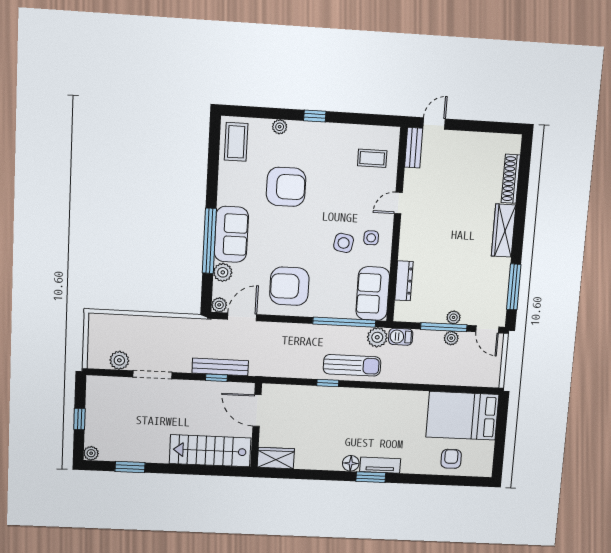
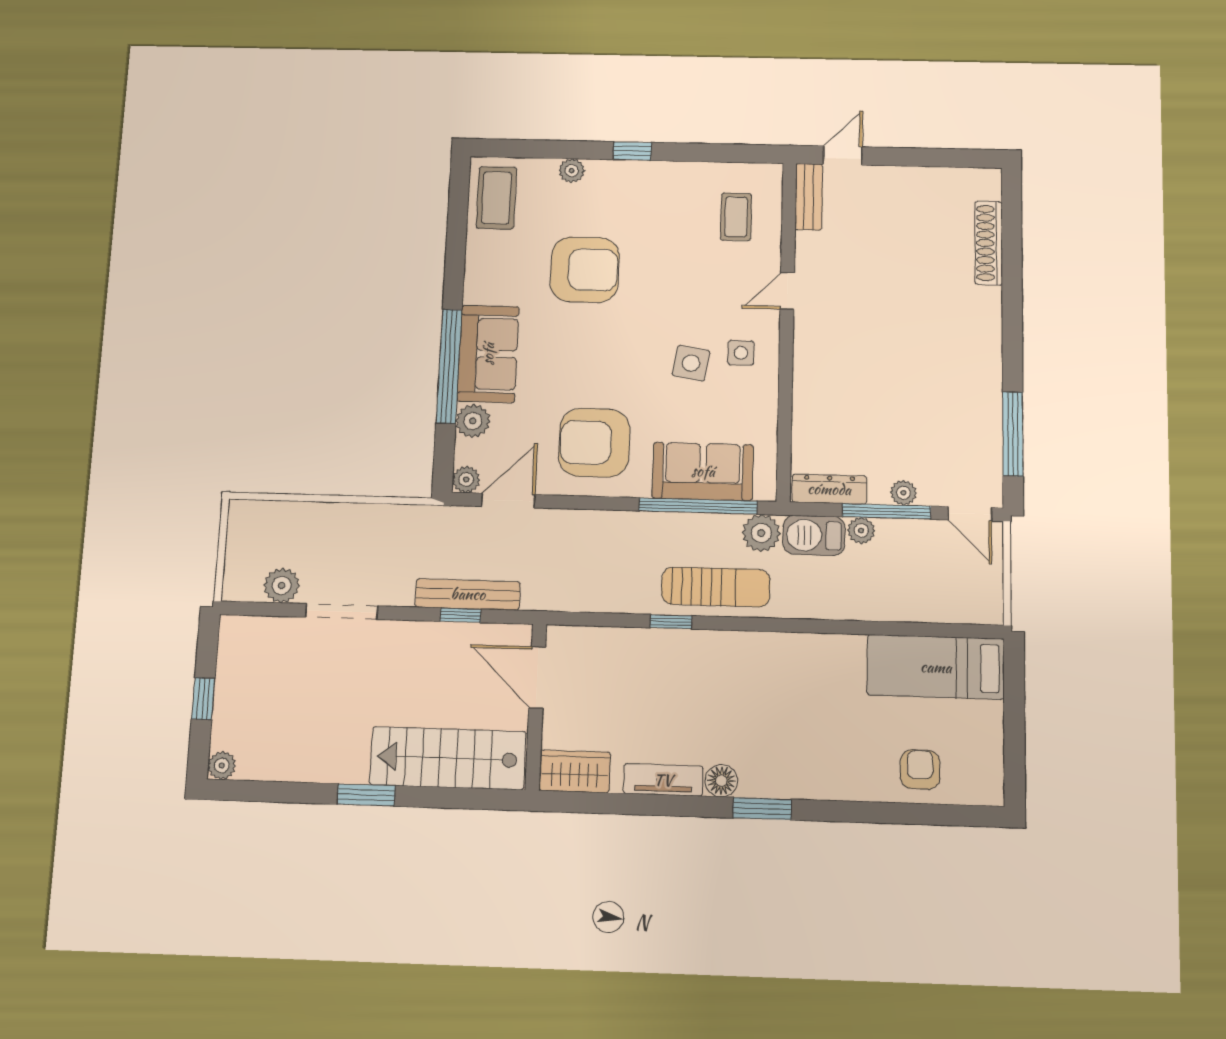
coffee table: (372, 158) -> (736, 217), turned 90
wardrobe: (504, 231) -> (984, 333), removed
dresser: (404, 281) -> (829, 489), moved, turned -90
sofa: (373, 294) -> (703, 471), moved, turned 90
barbecue: (401, 337) -> (814, 535), width x1.38, depth x1.27
plant: (451, 338) -> (861, 530), moved
bed: (462, 416) -> (936, 667), width x0.67
tv unit: (380, 465) -> (663, 780), moved
window: (130, 467) -> (366, 795), moved

